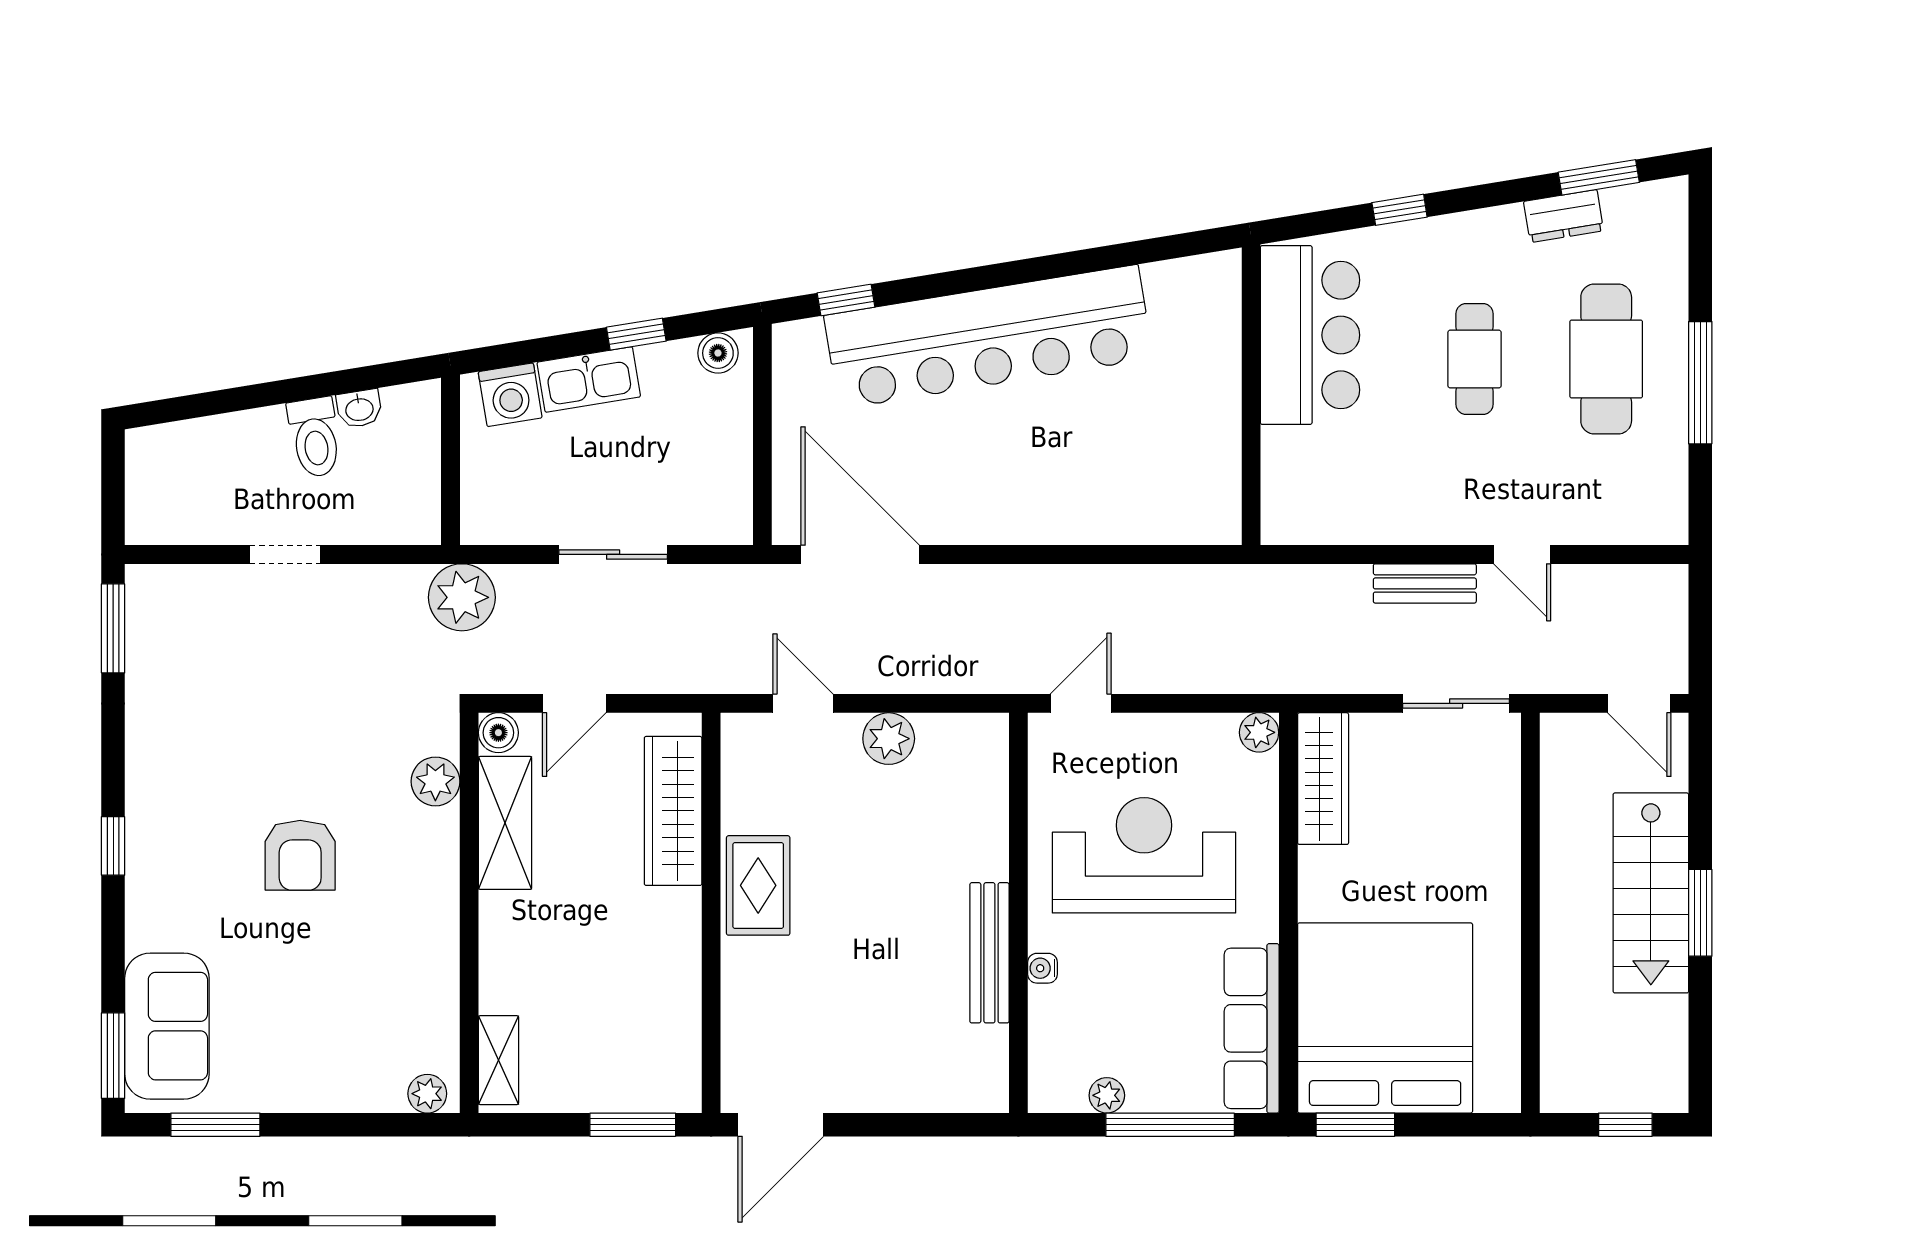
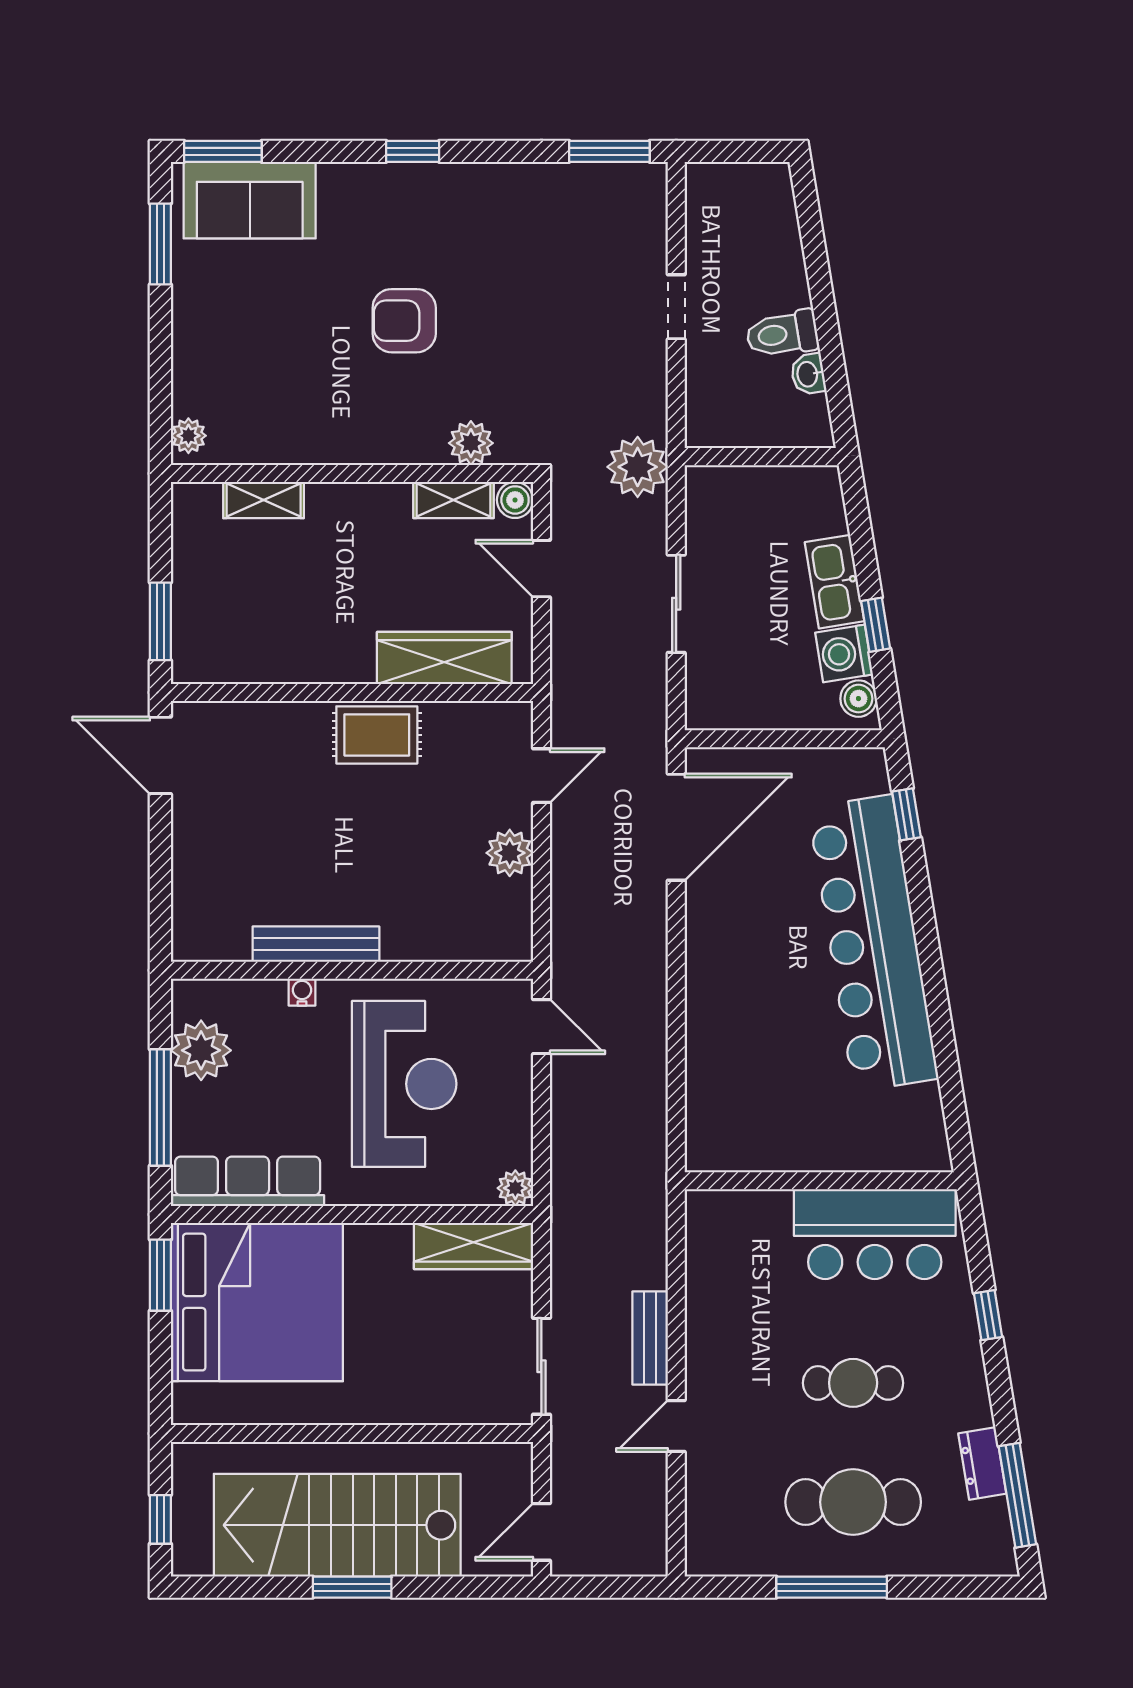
window: (1599, 177) -> (1017, 1495), width x1.44
washing machine: (510, 395) -> (844, 653), moved
shelving: (505, 823) -> (453, 500), width x0.67, depth x0.75
stairs: (1651, 893) -> (337, 1525), width x1.36, depth x1.51
shelving: (498, 1060) -> (264, 500), moved
plant: (1107, 1095) -> (201, 1050), width x1.88, depth x1.88

